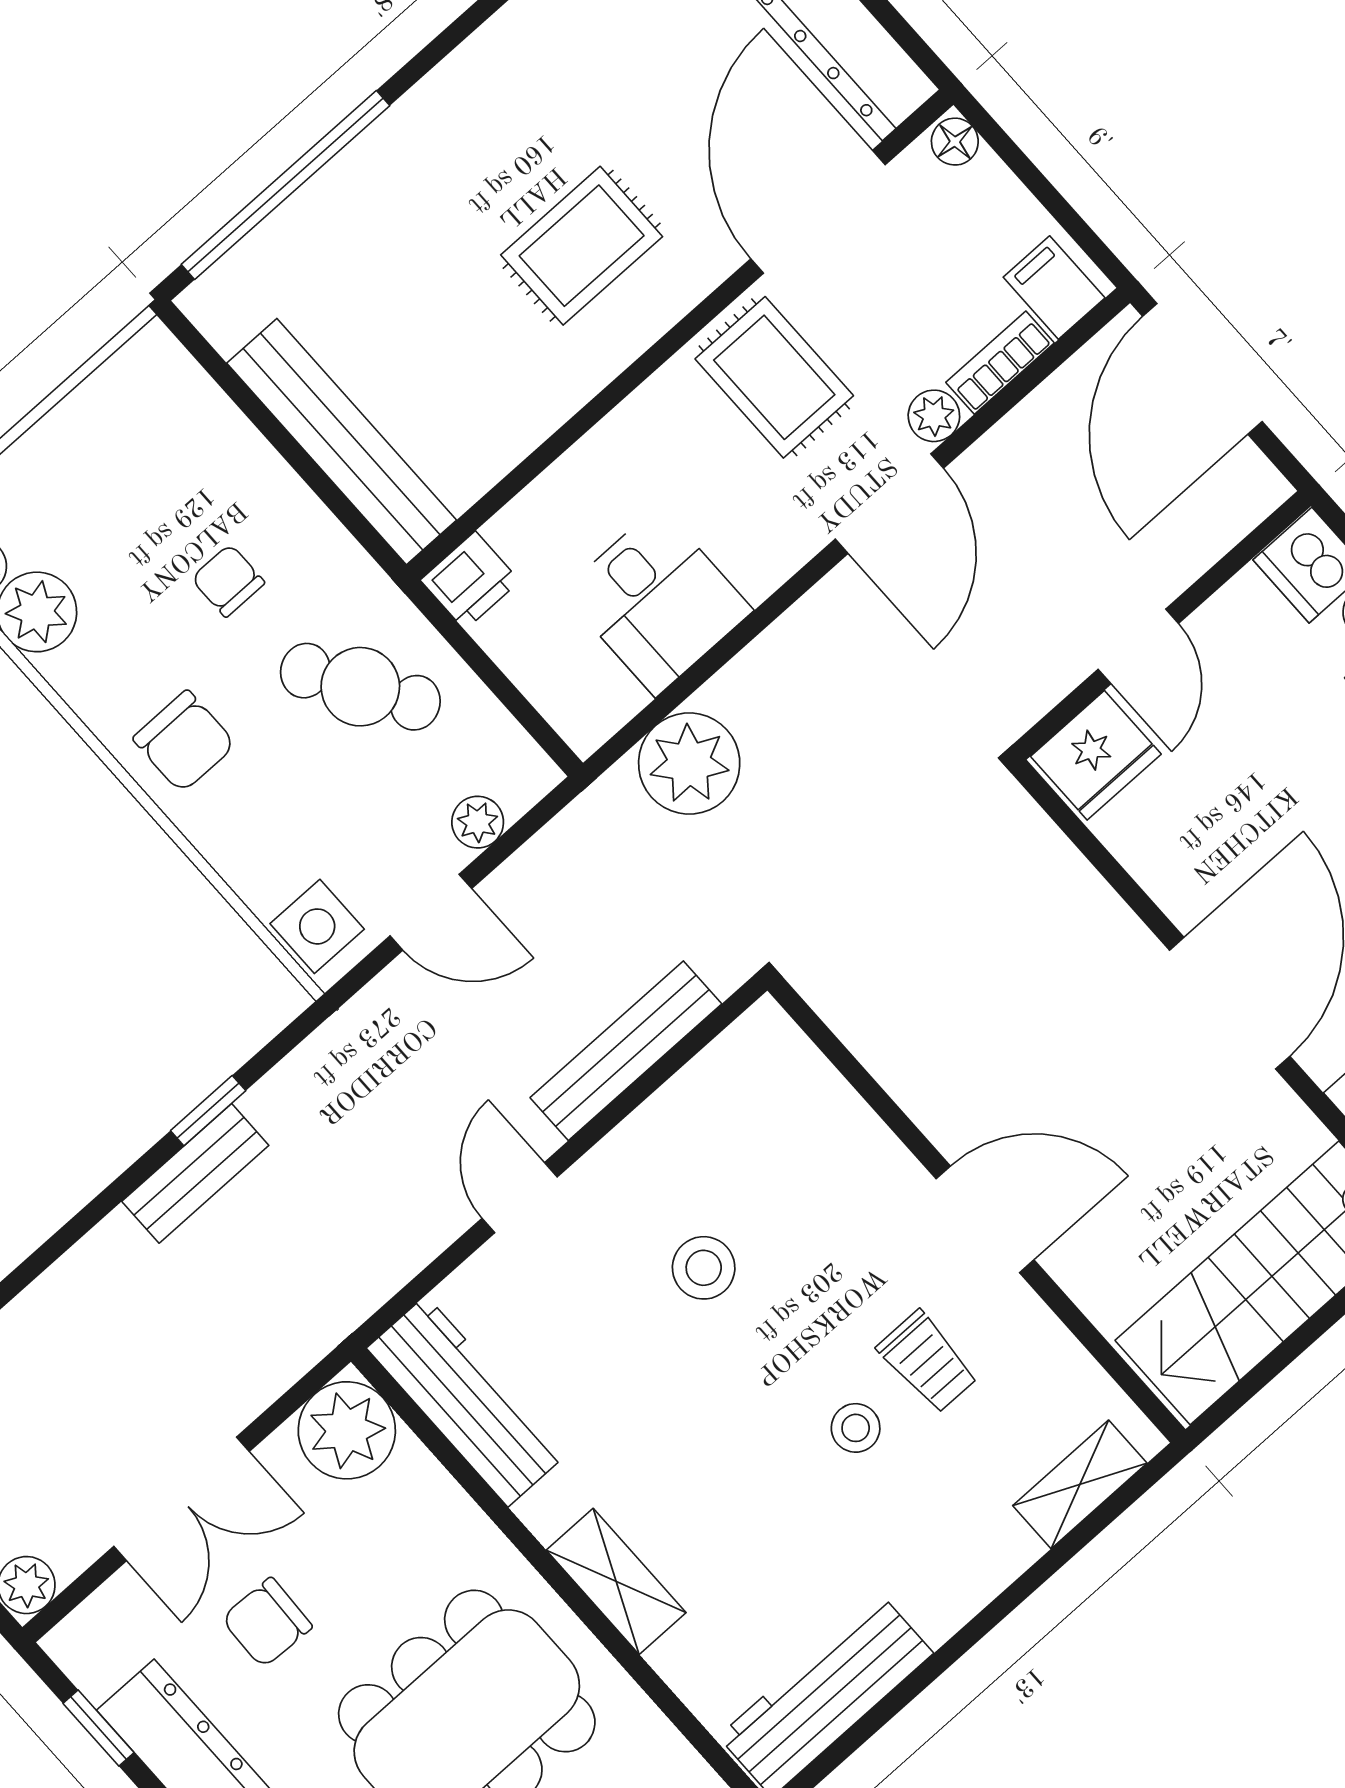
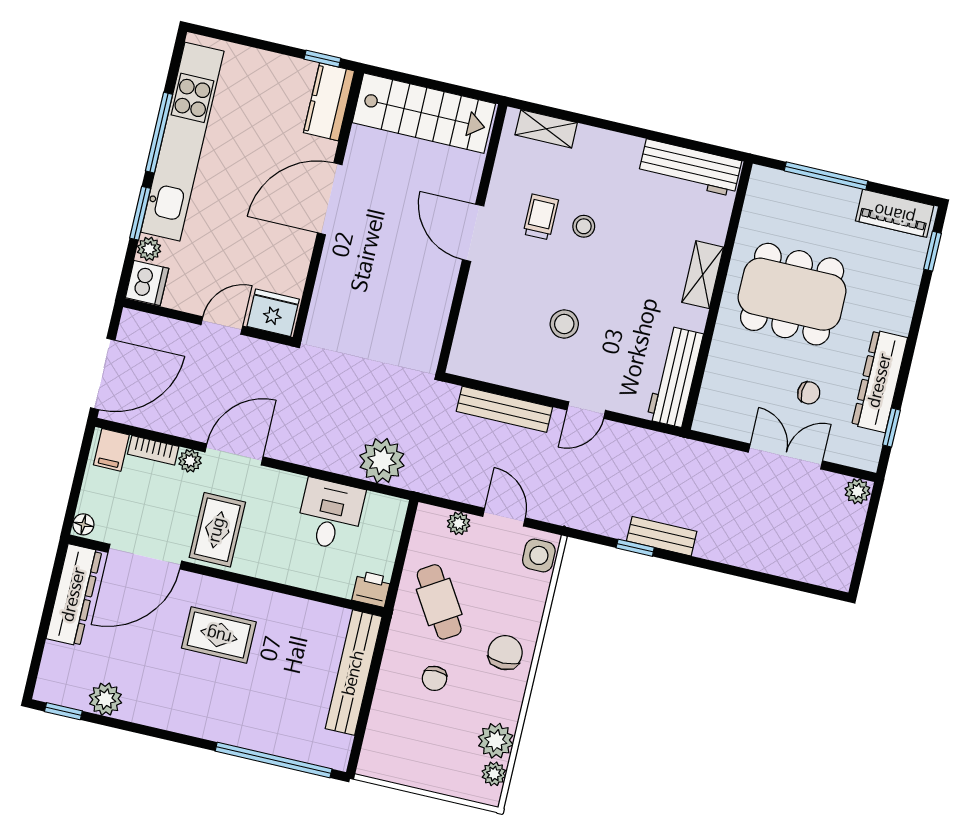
plant: (347, 1430) -> (717, 413), removed
chair: (267, 1623) -> (809, 393), width x0.73, depth x0.73

